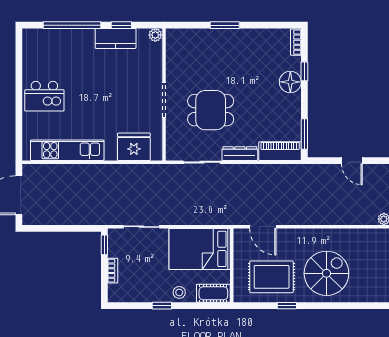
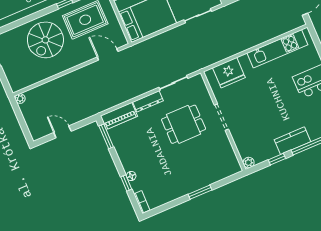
kitchen counter: (116, 38) -> (292, 141), moved
floor lamp: (290, 82) -> (131, 176), width x0.53, depth x0.53

